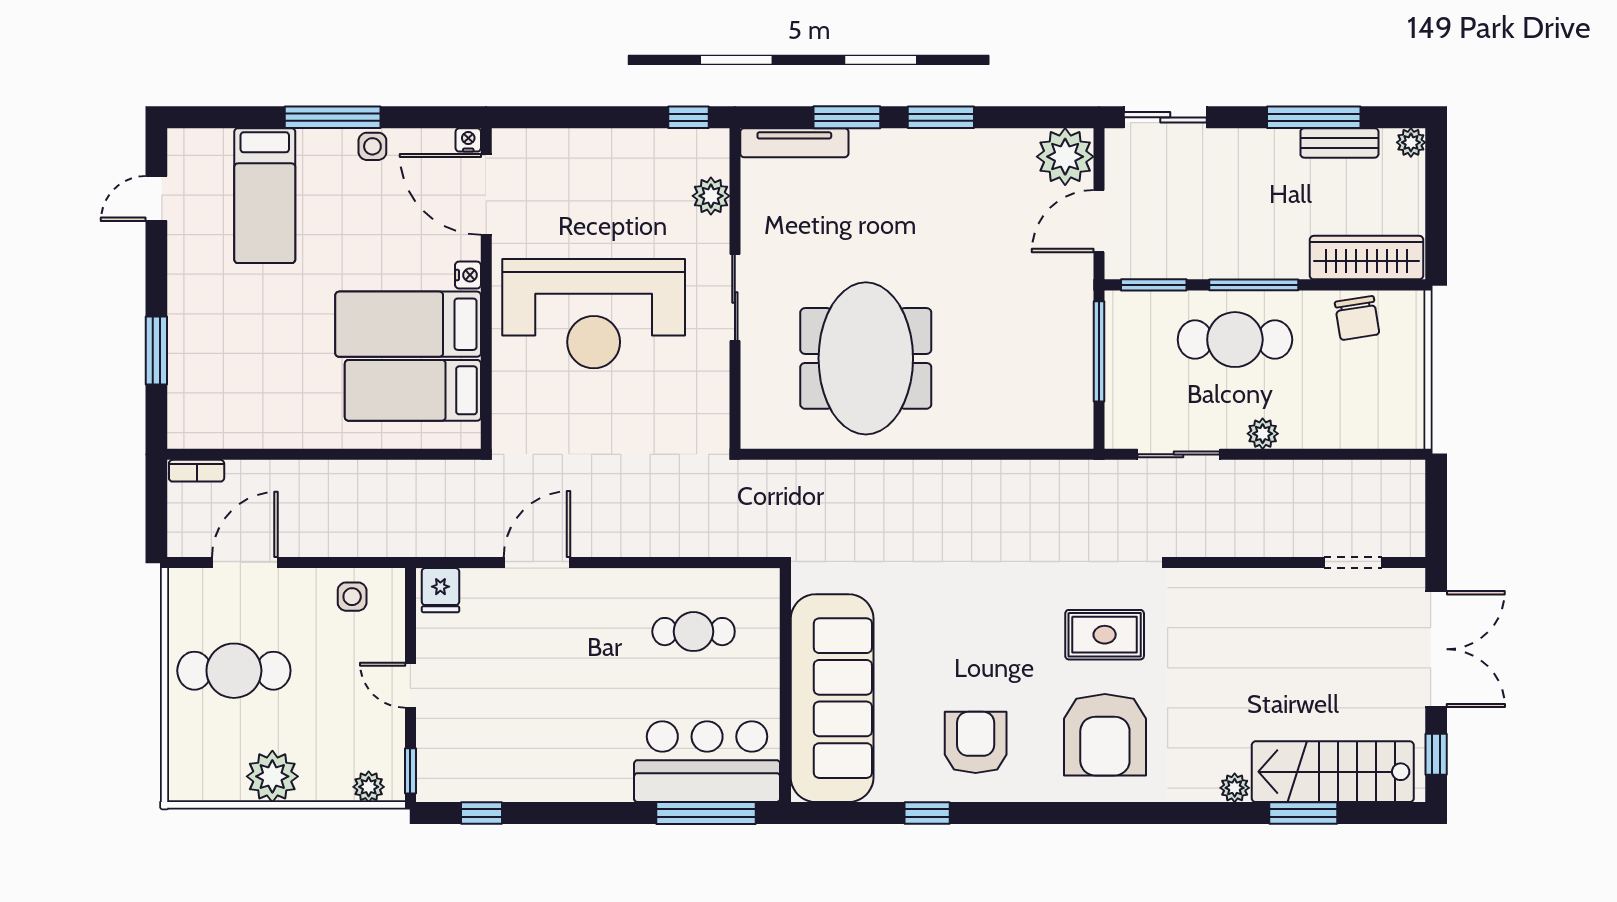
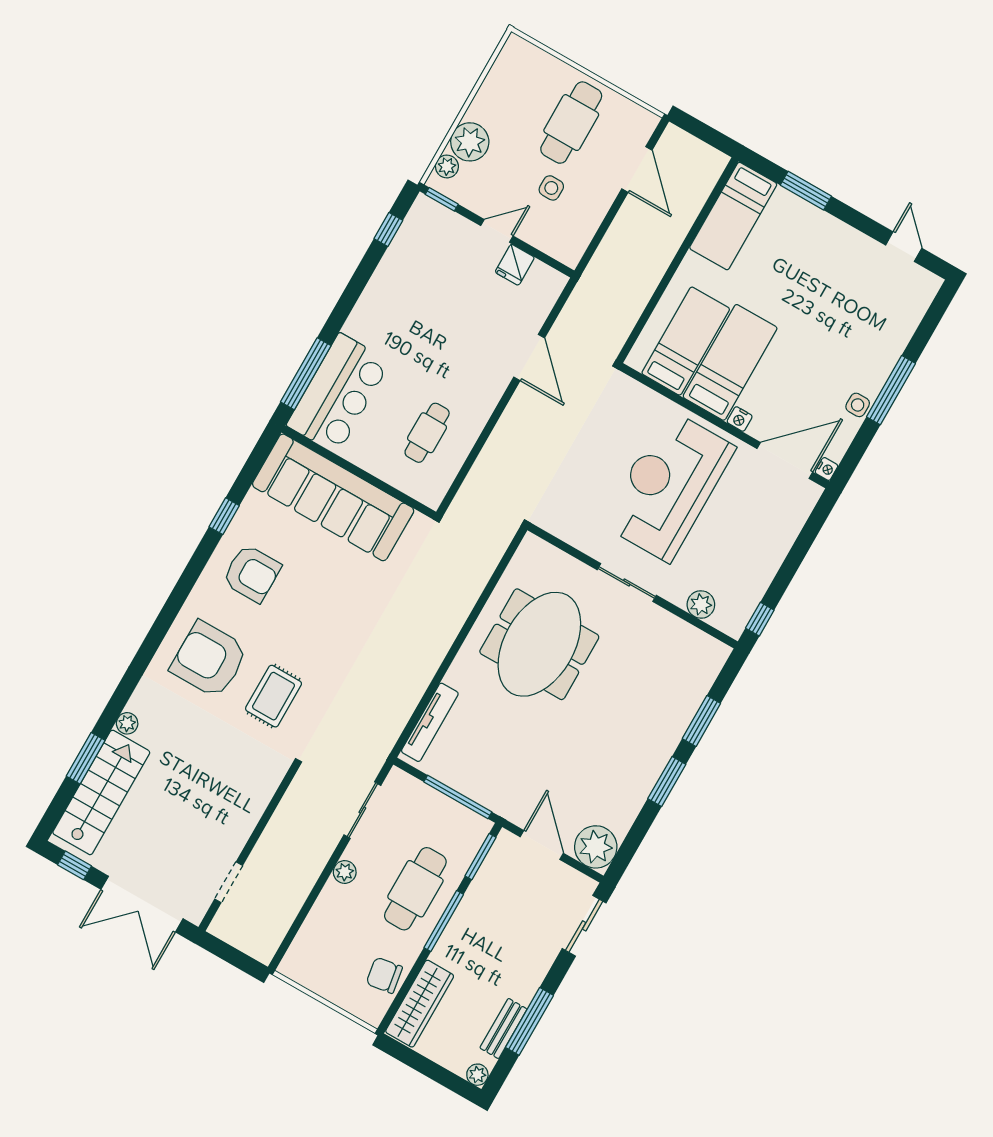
tv unit: (794, 143) -> (430, 722), moved, turned 180
bed: (265, 196) -> (733, 216), moved, turned -90
meeting table: (866, 358) -> (539, 644), turned 90
bookcase: (197, 471) -> (714, 172), removed
fridge: (440, 590) -> (515, 265), moved, turned -90
side table: (352, 597) -> (551, 188), moved
plant: (272, 776) -> (470, 142), moved

